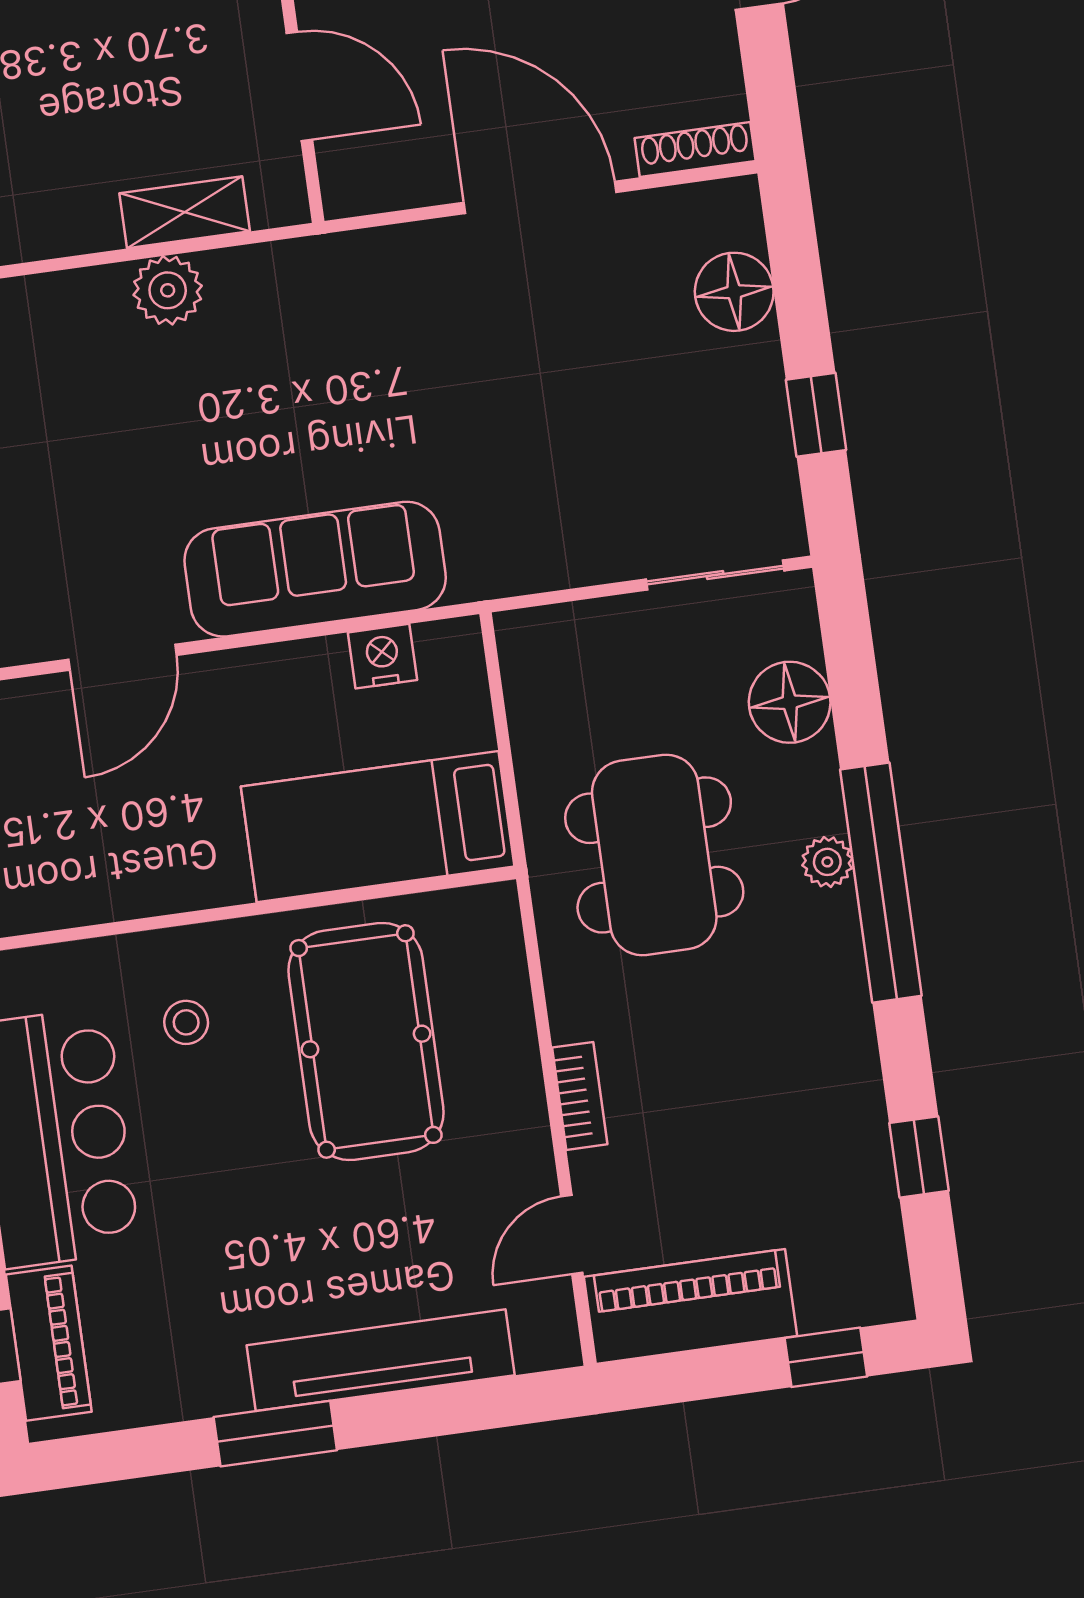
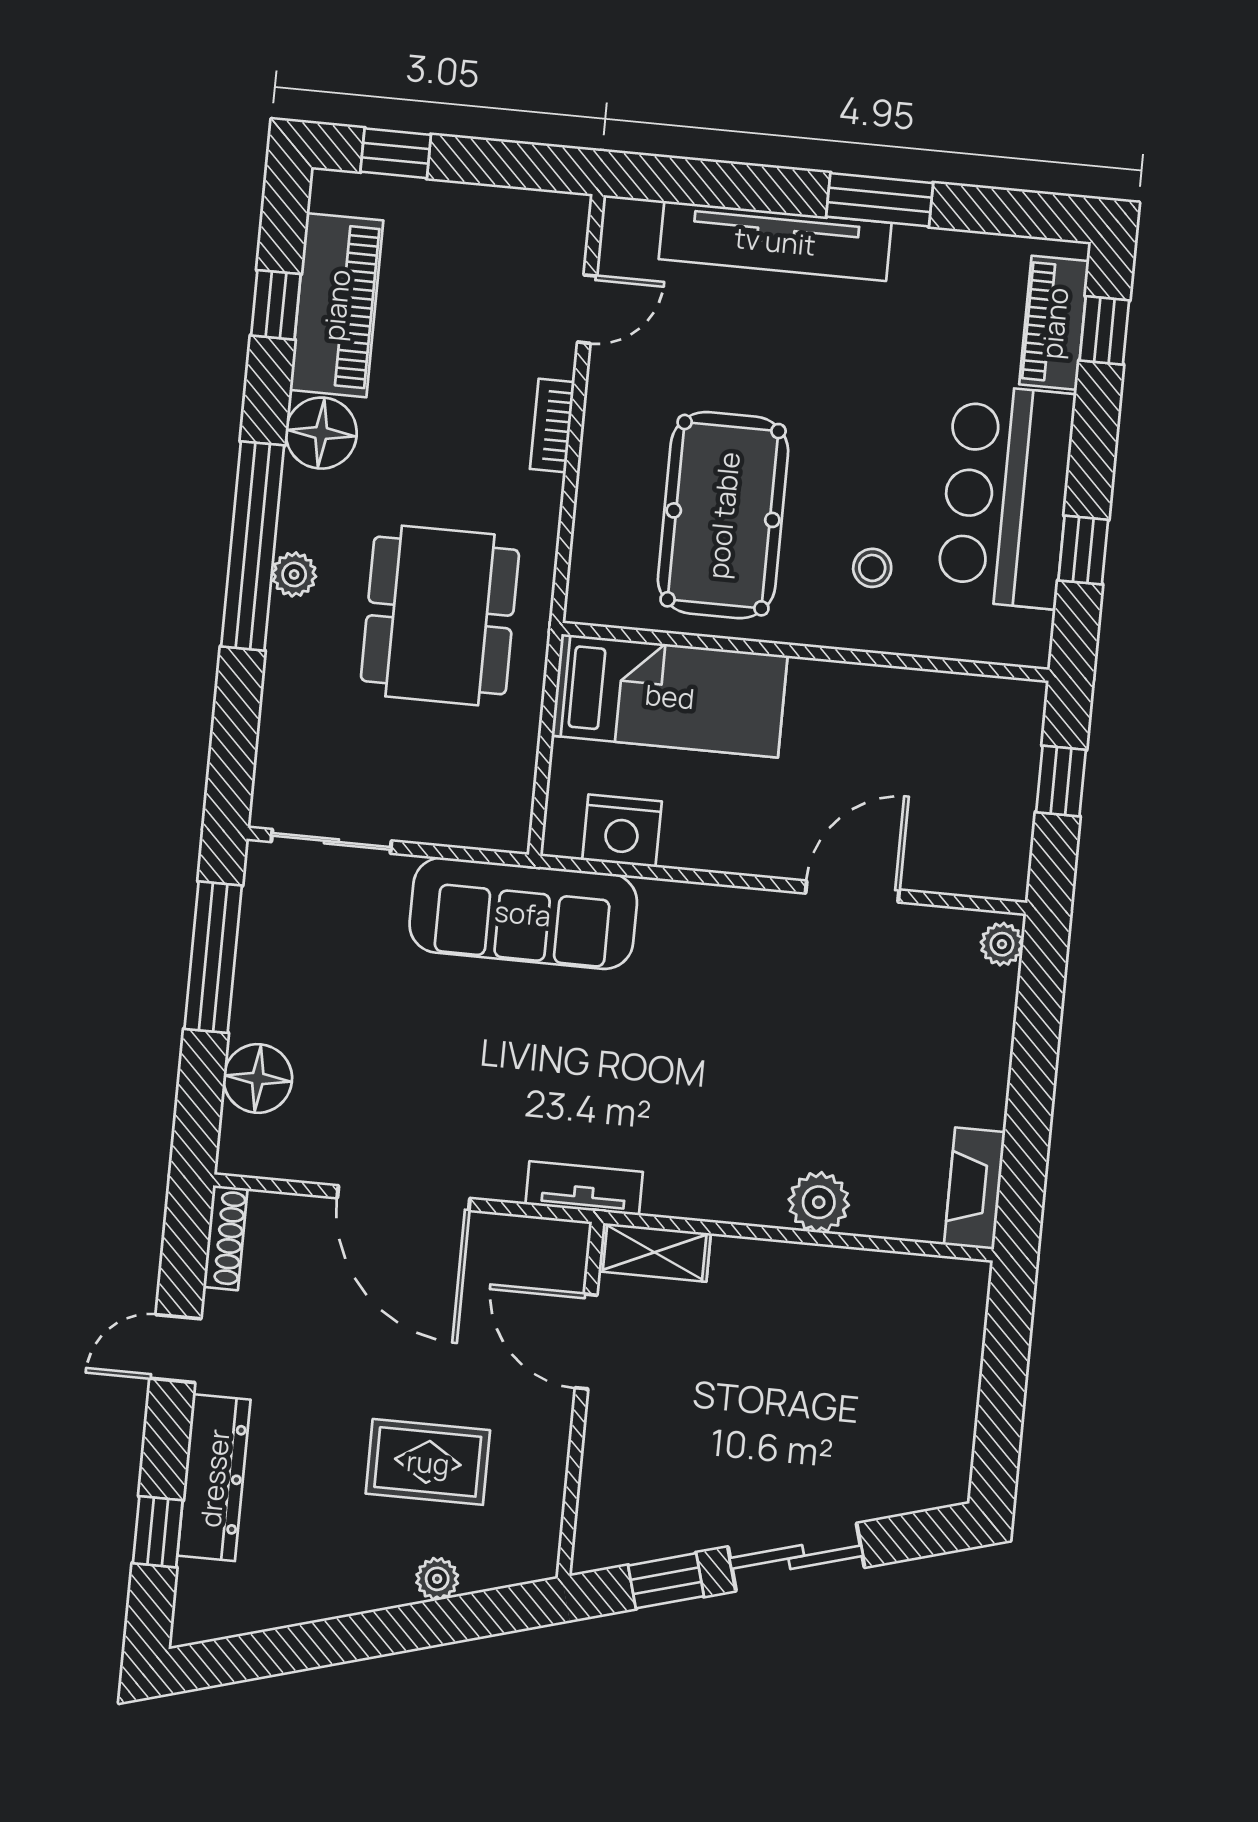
shoe rack: (695, 150) -> (225, 1238), moved, turned -90
shelving: (185, 212) -> (655, 1252), moved
tv unit: (342, 256) -> (584, 1188), added
plant: (168, 290) -> (819, 1202), moved
window: (816, 415) -> (213, 957), width x2.17
sofa: (315, 569) -> (523, 913), moved
nightstand: (382, 656) -> (622, 831), width x1.36, depth x1.33
floor lamp: (790, 702) -> (321, 433), moved
piano: (690, 1306) -> (336, 305), moved, turned -90

